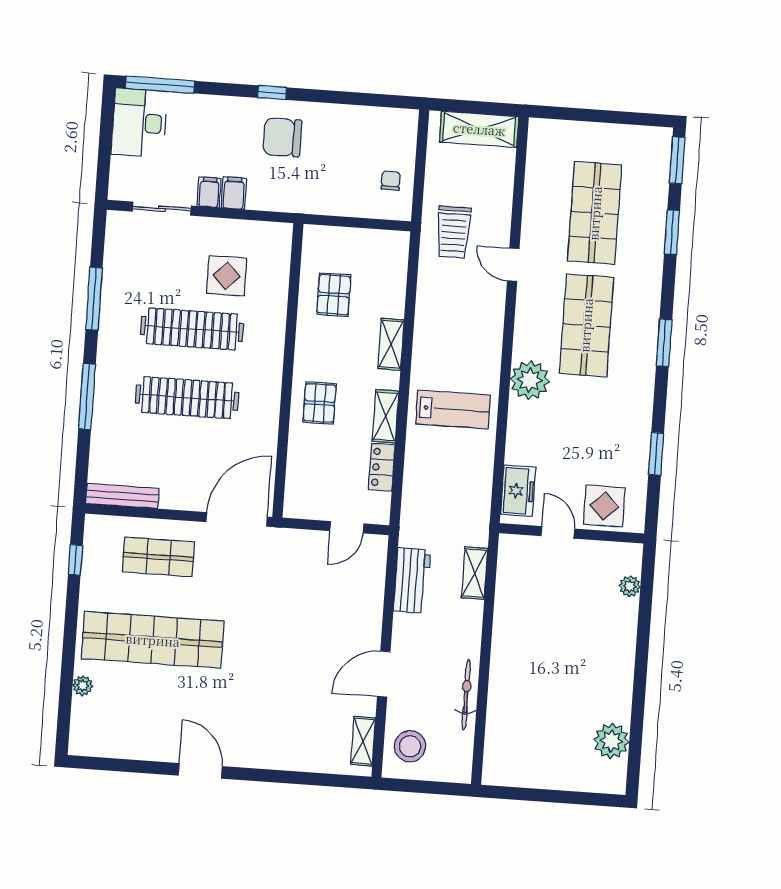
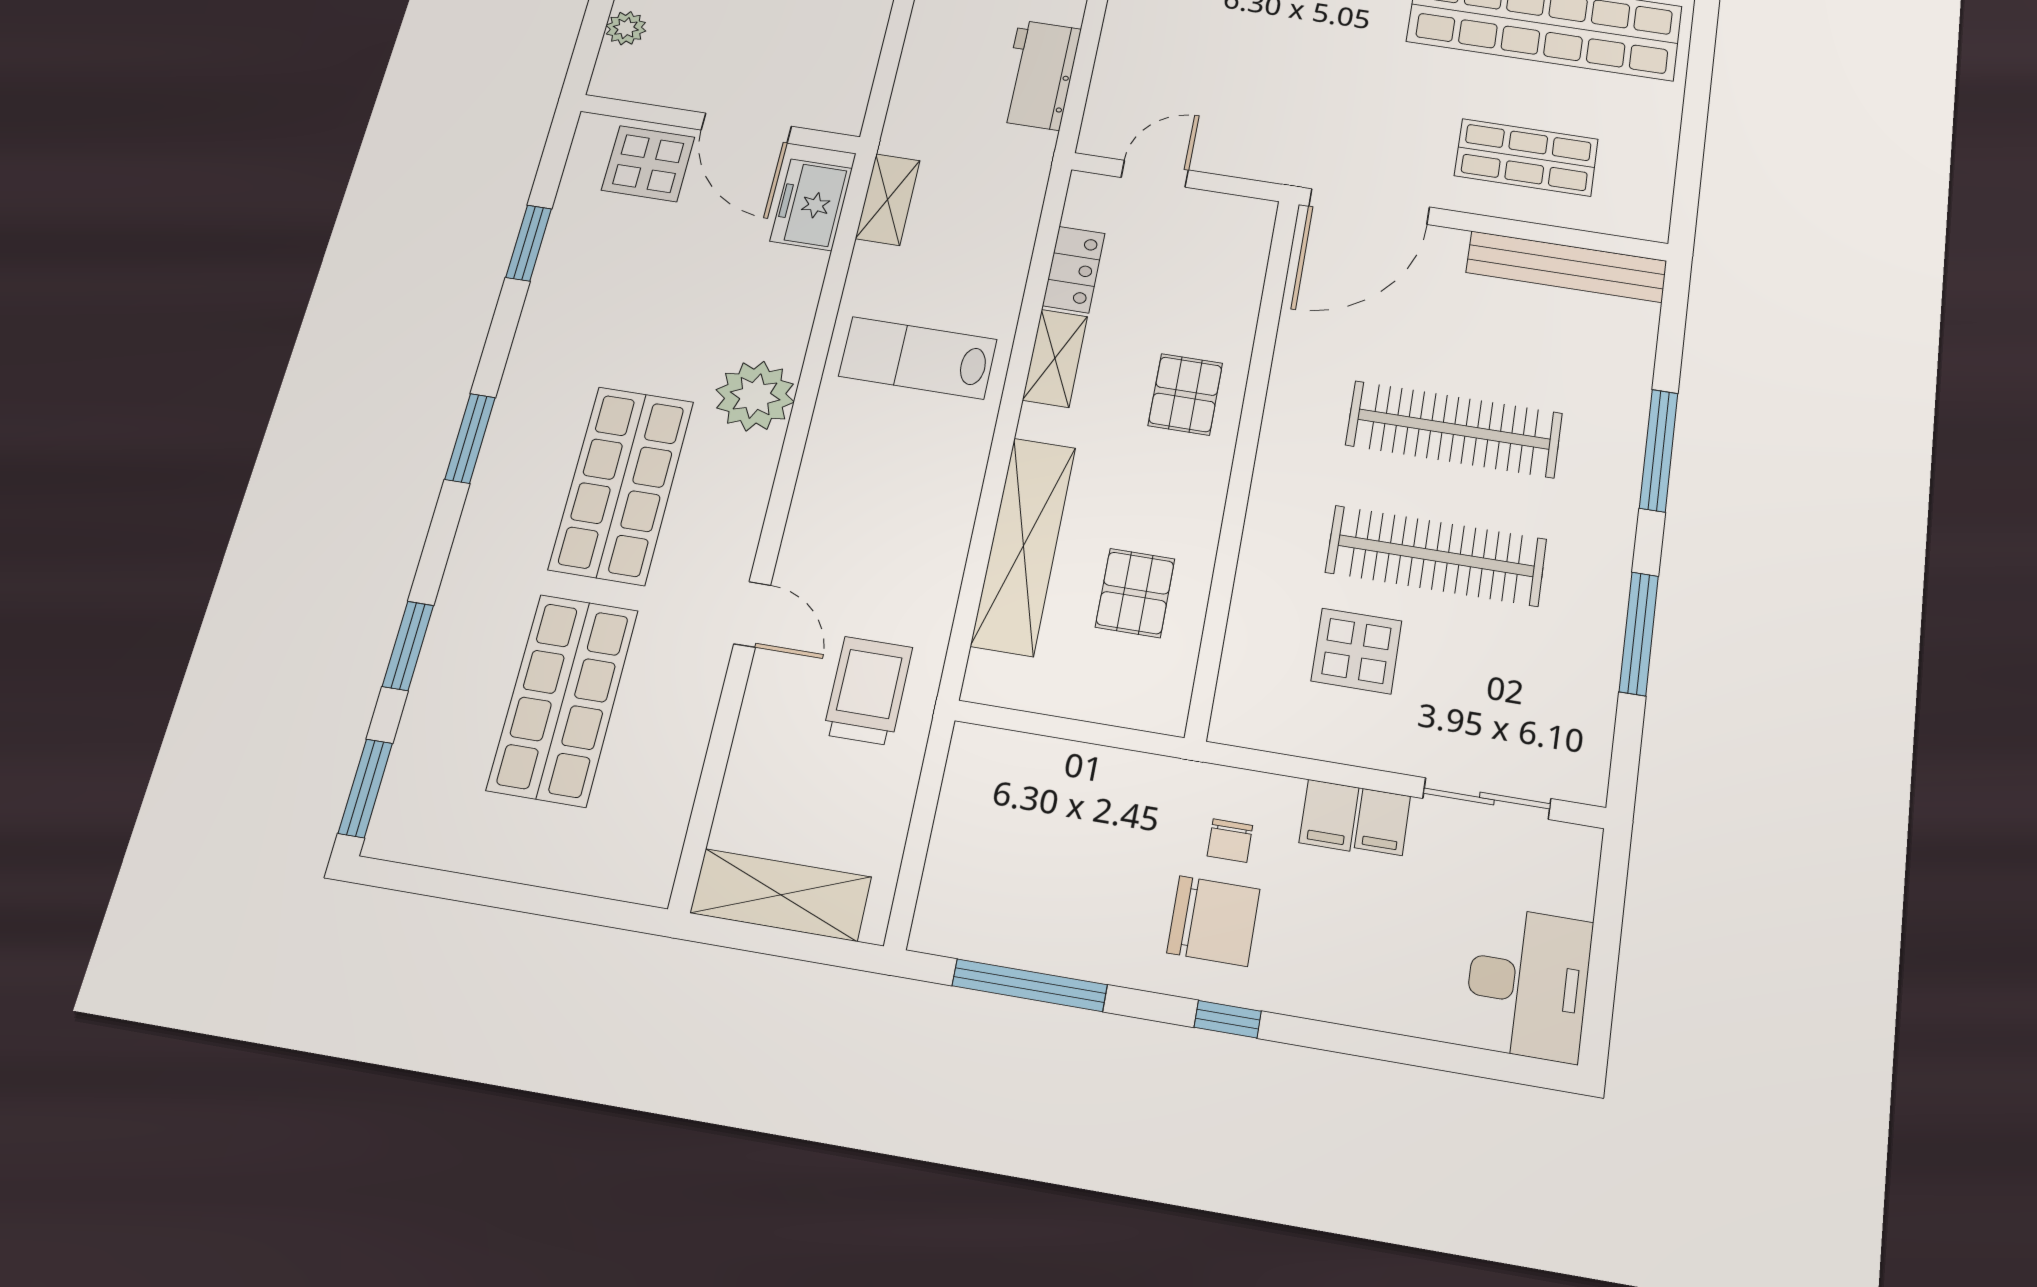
window: (160, 85) -> (1030, 985), moved
chair: (391, 181) -> (1230, 841), moved
shelving: (391, 344) -> (1024, 546), width x2.20, depth x1.33
bench: (122, 496) -> (1566, 267), width x1.37, depth x1.21
door: (558, 532) -> (746, 128), width x1.38
window: (75, 560) -> (1689, 167), removed
shelving: (475, 573) -> (888, 200), moved

